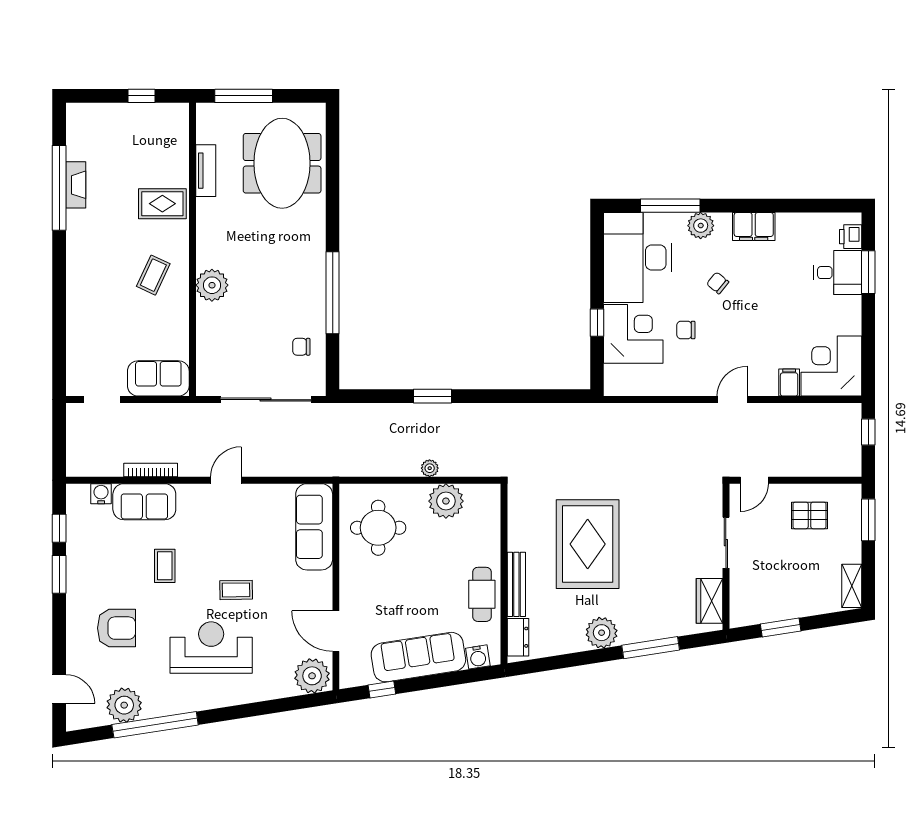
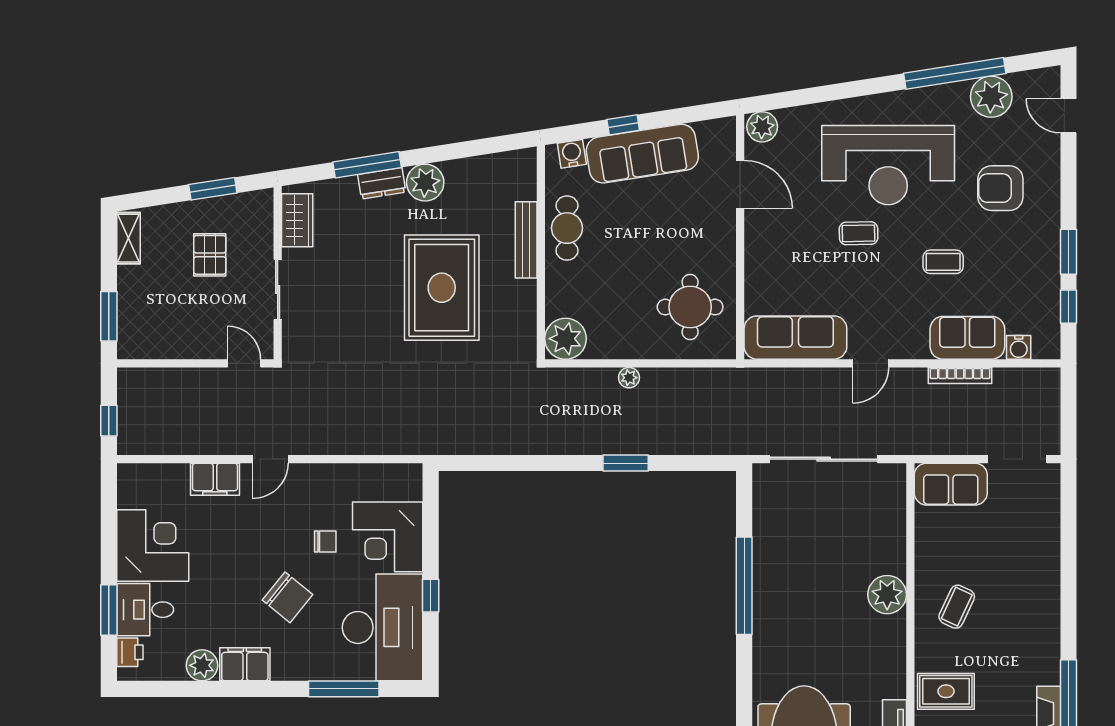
plant: (701, 226) -> (202, 665), moved
chair: (718, 283) -> (287, 597), width x1.87, depth x1.87
window: (597, 323) -> (431, 596), moved
chair: (301, 347) -> (781, 522), removed
corner desk: (831, 366) -> (153, 545), moved, turned -90
filing cabinet: (789, 383) -> (215, 479), width x2.00
doorway: (102, 400) -> (1017, 459), width x1.38
door: (754, 480) -> (244, 363), hinge flipped
plant: (446, 501) -> (566, 339), moved
pallet: (809, 515) -> (210, 255), moved, turned 90
sofa: (314, 527) -> (795, 338), moved, turned -90
coffee table: (165, 566) -> (943, 262), turned 90
dresser: (518, 637) -> (382, 183), moved, turned -99
reception desk: (211, 647) -> (888, 165), width x1.36, depth x1.30
plant: (312, 676) -> (762, 127), width x0.73, depth x0.73
window: (382, 689) -> (623, 125), moved

